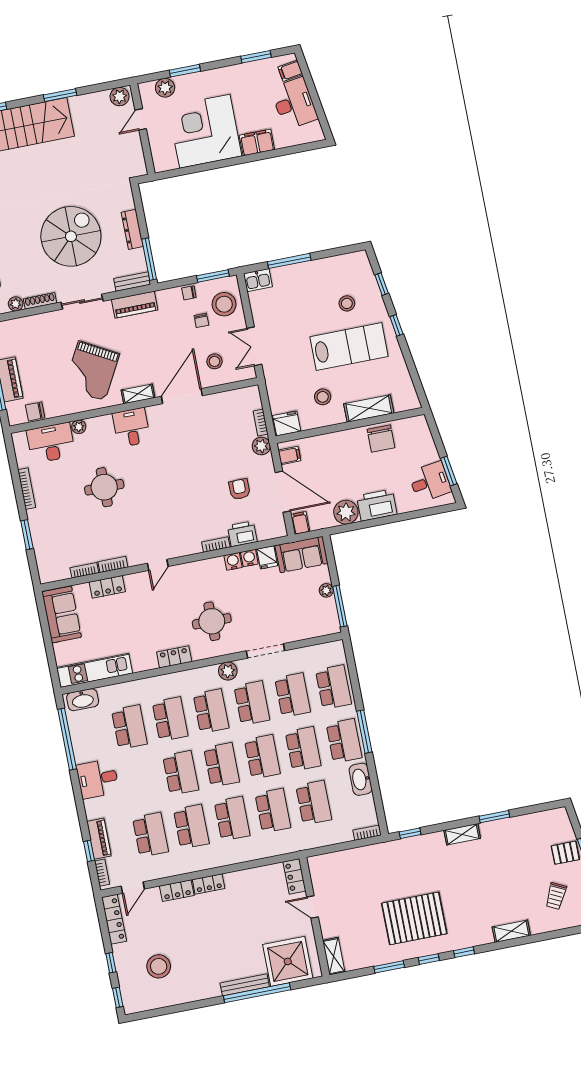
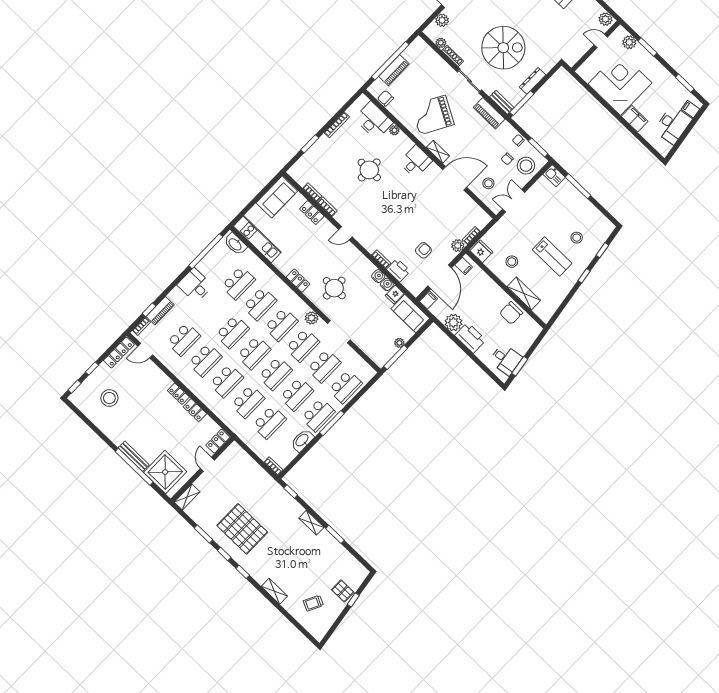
lab bench: (349, 347) -> (552, 257), width x0.73, depth x0.72
locker: (177, 891) -> (195, 410), moved

